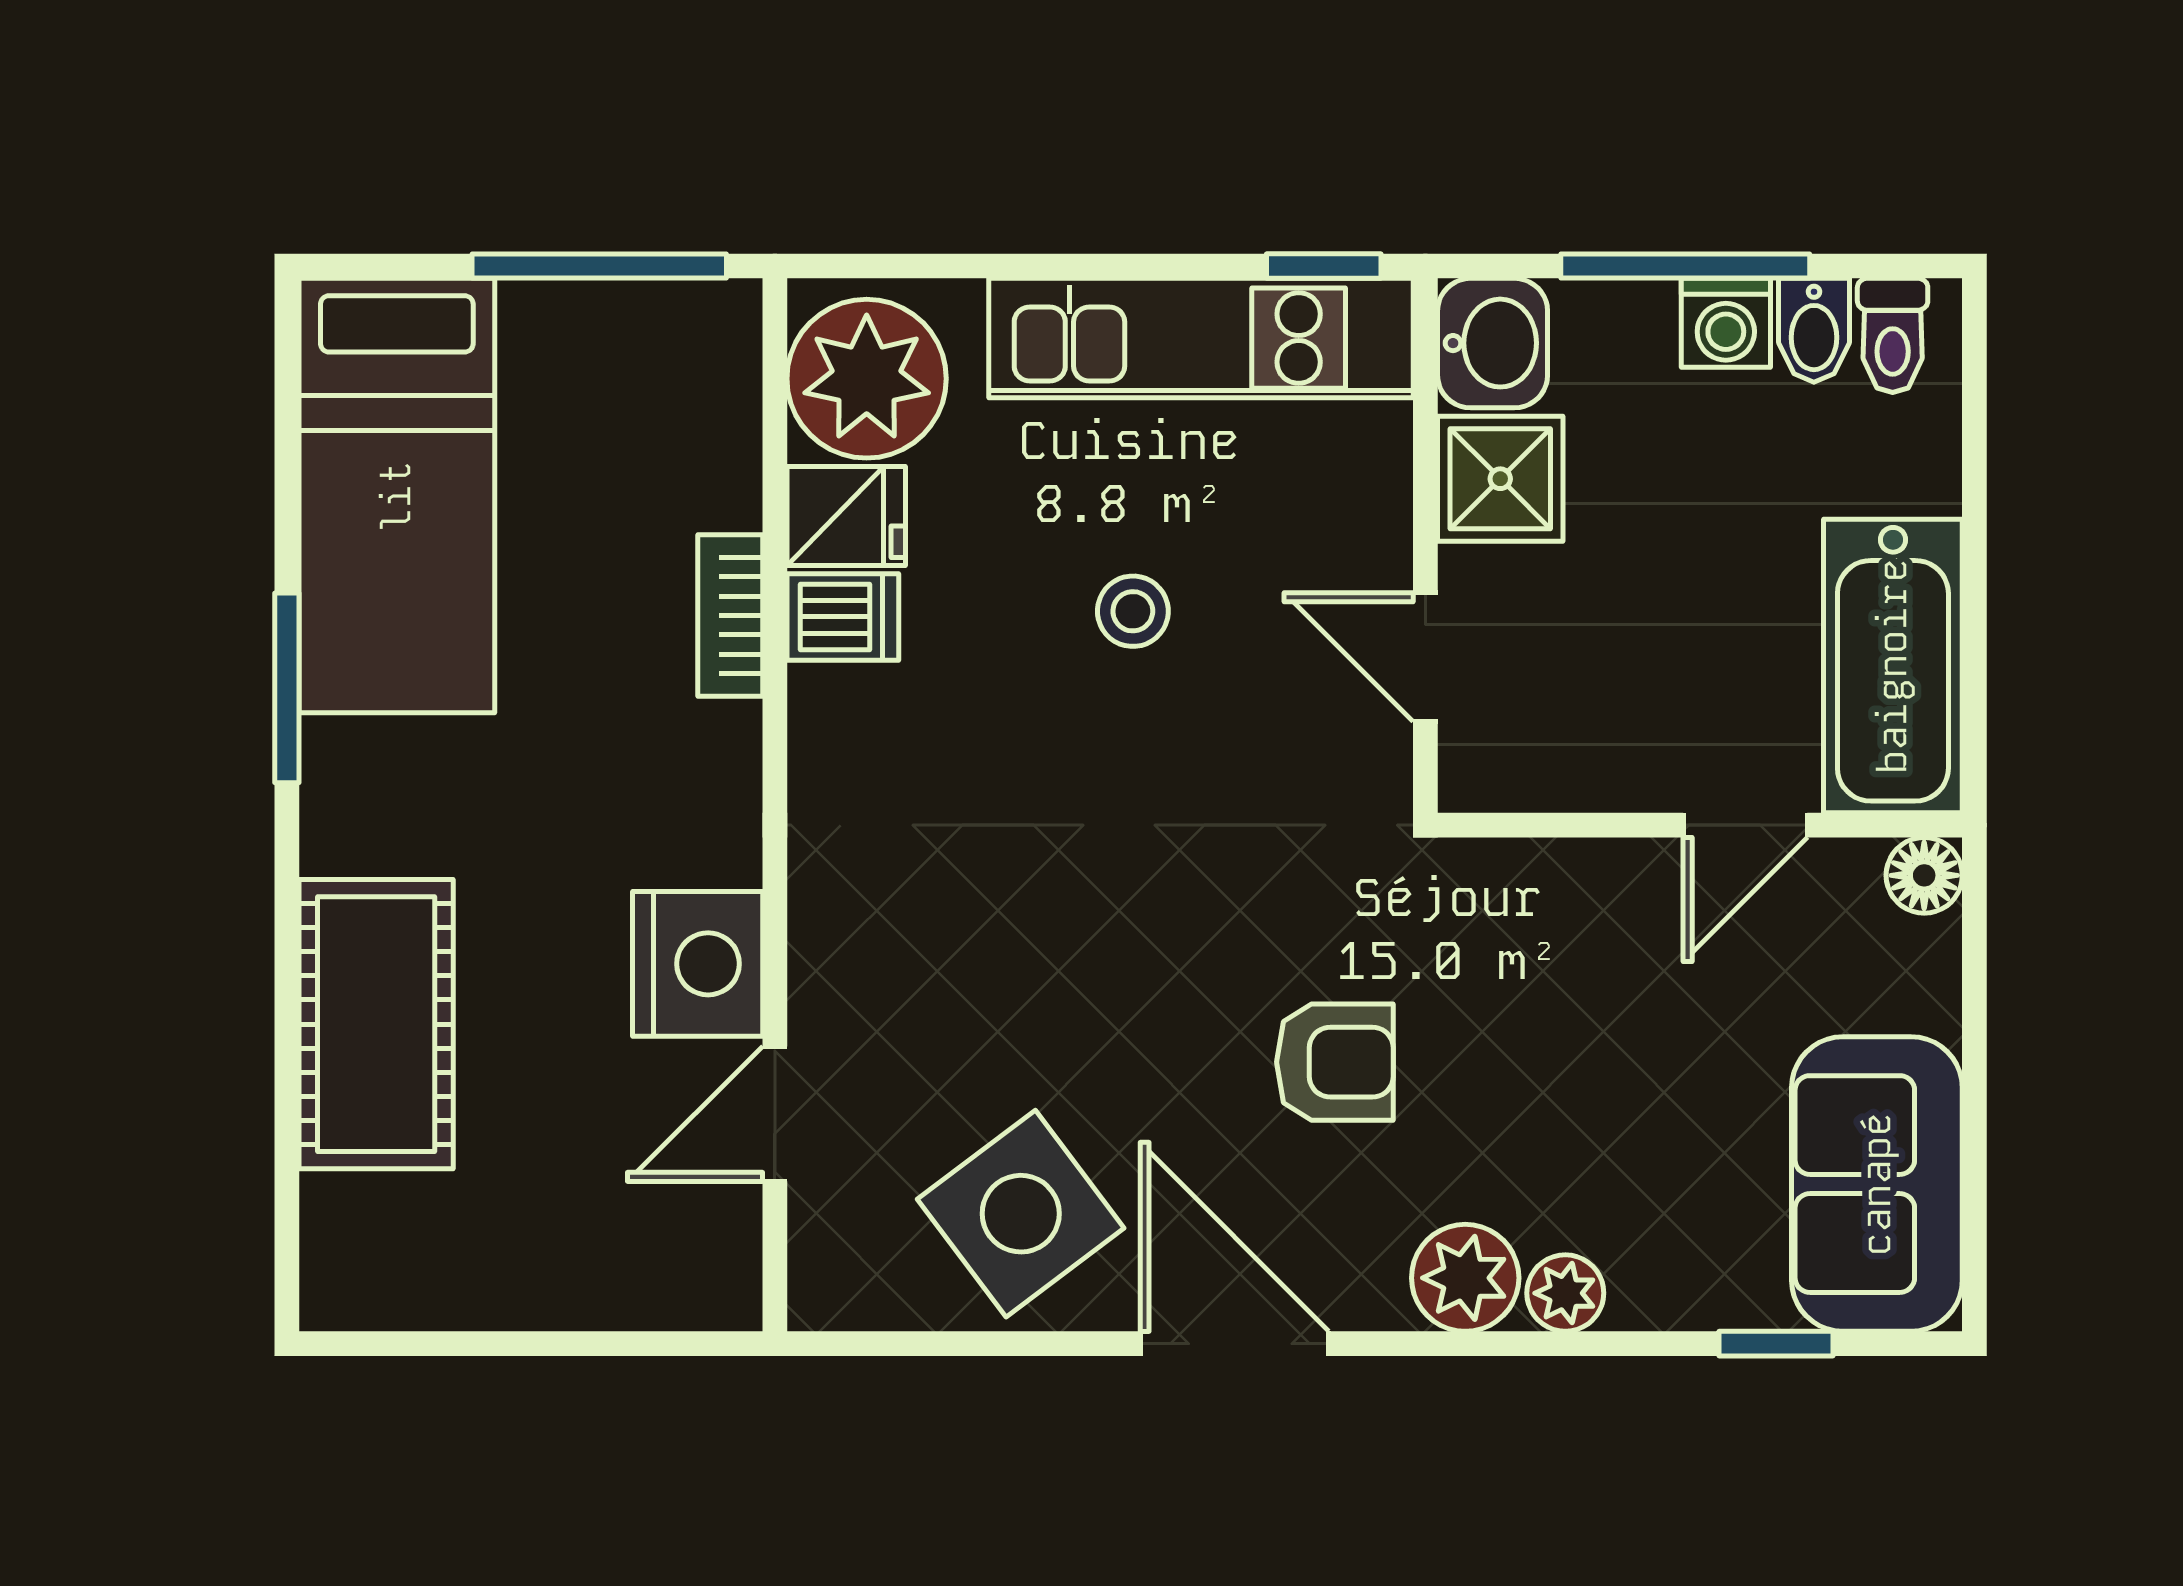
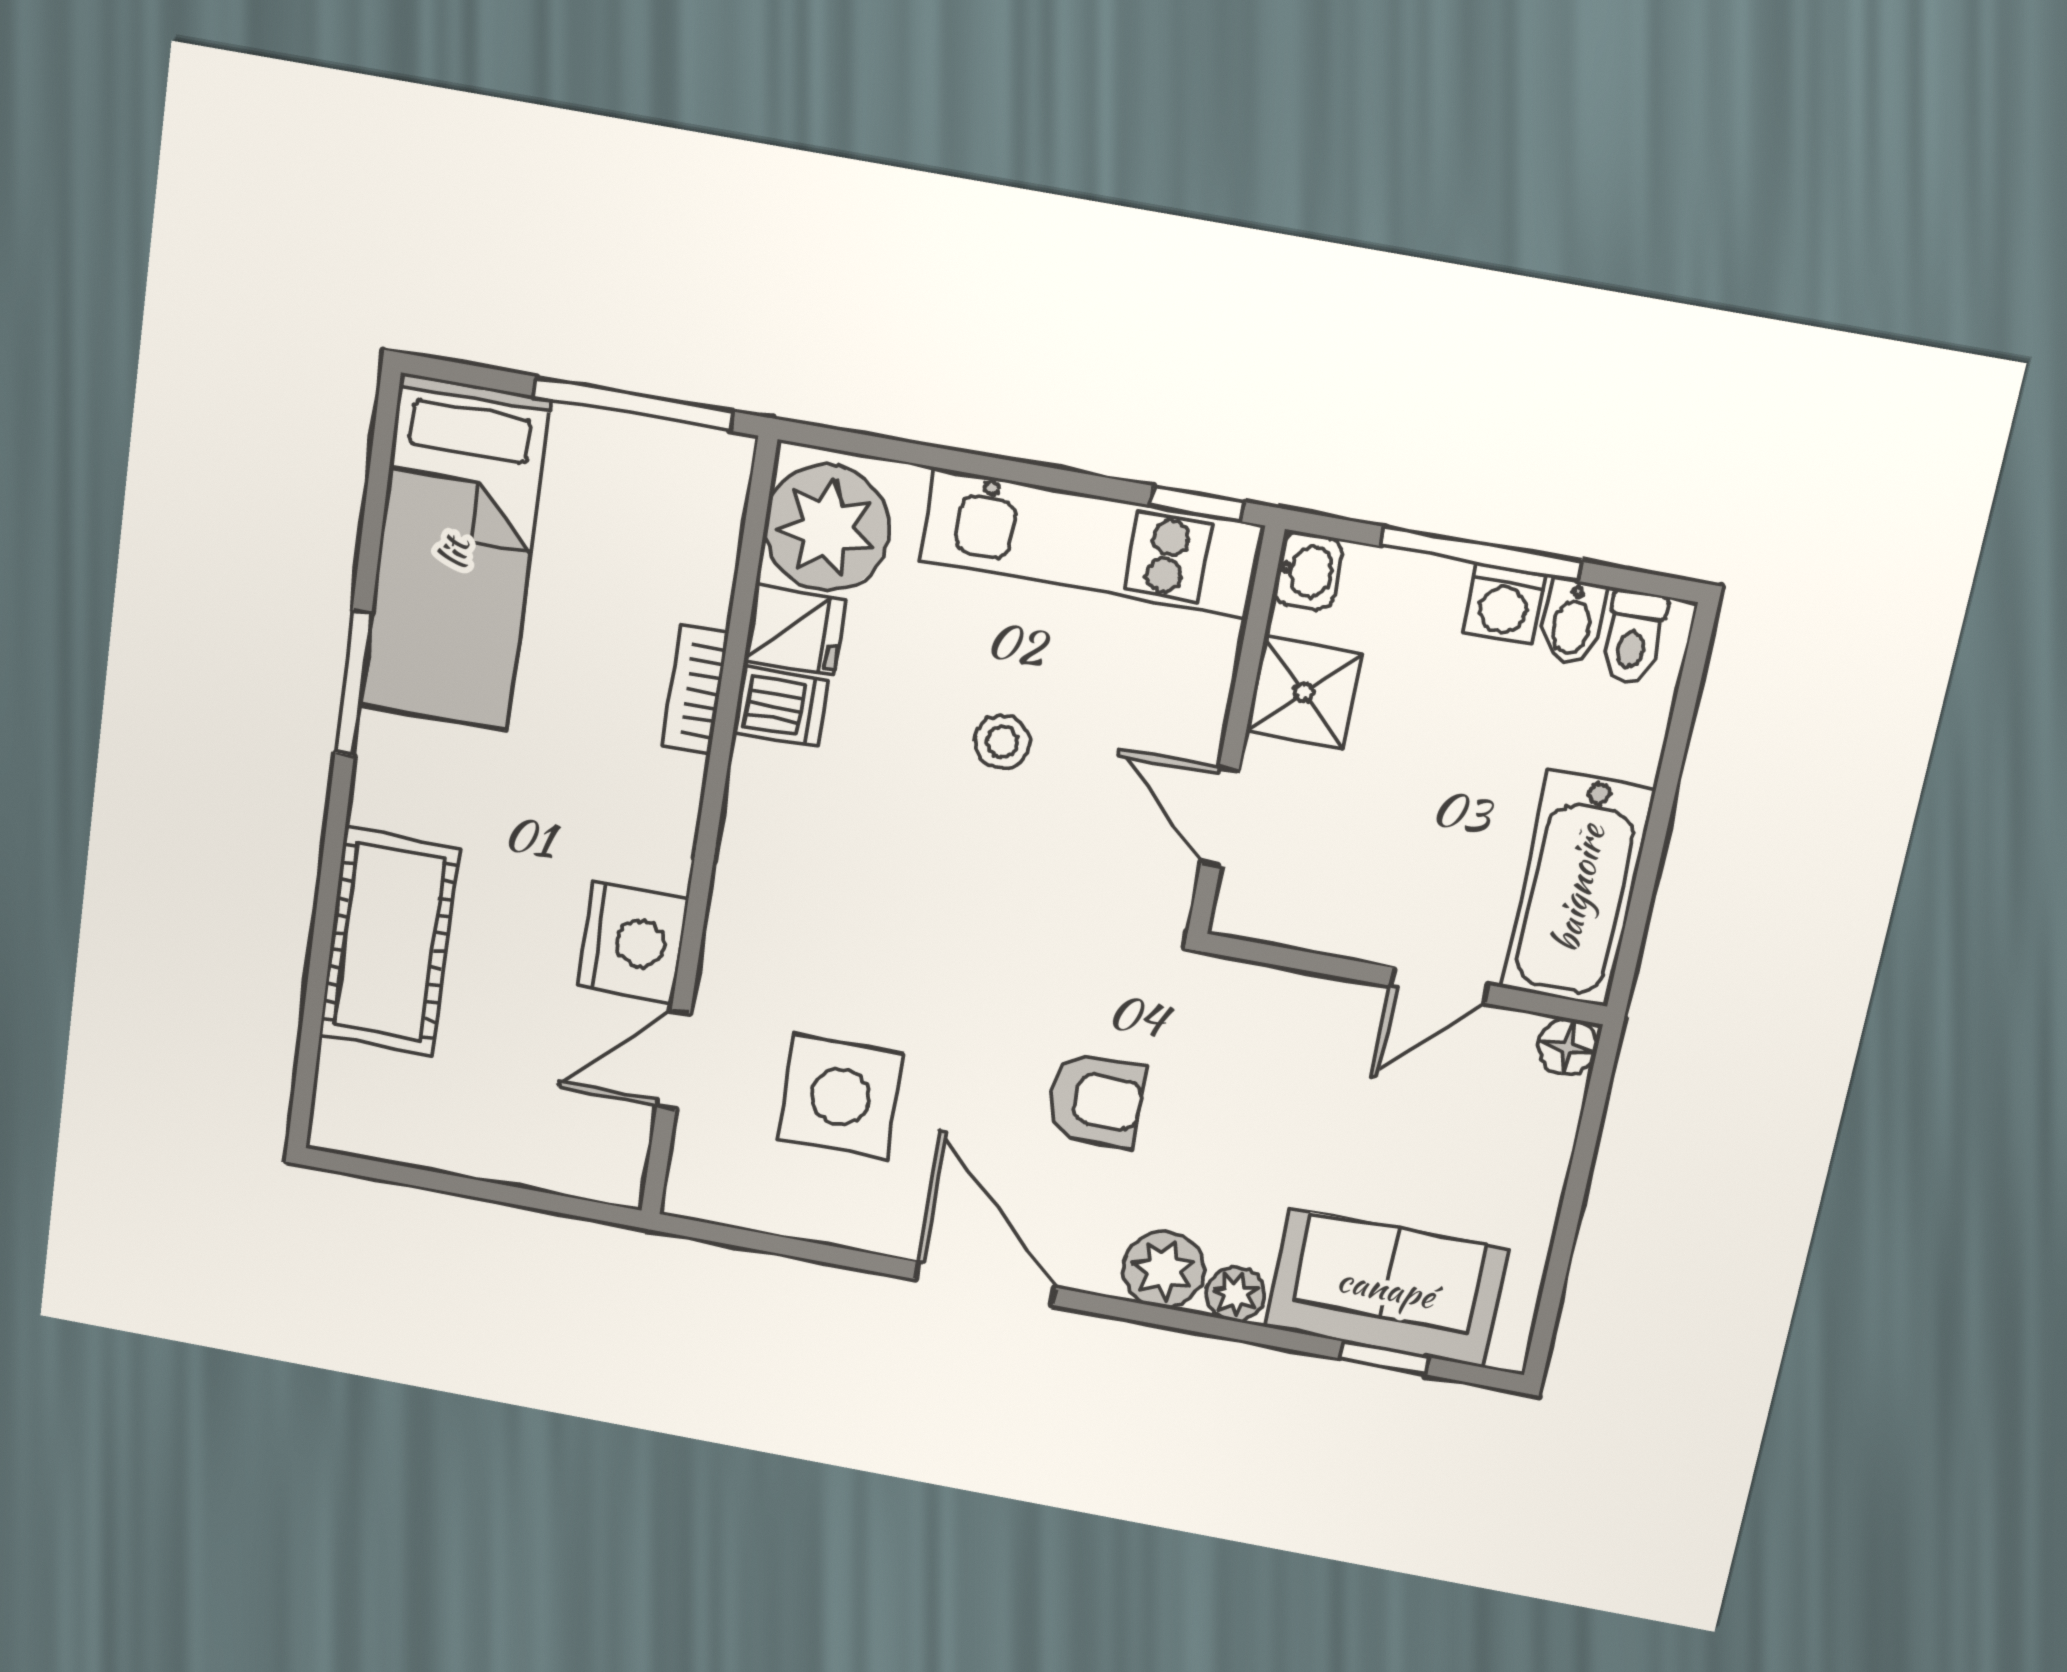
washbasin: (1493, 343) -> (1307, 571), width x0.72, depth x0.69
sofa: (1877, 1184) -> (1386, 1288), moved, turned 90
side table: (1021, 1214) -> (840, 1096), moved, turned 37

